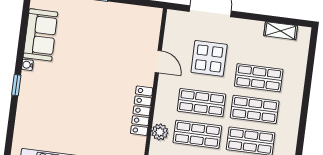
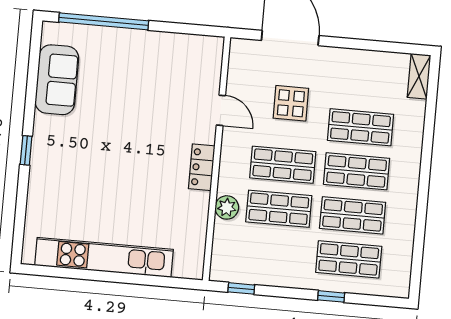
shelving: (281, 31) -> (419, 76), moved, turned 90
display table: (209, 58) -> (291, 103), width x0.73, depth x0.73
water cooler: (27, 65) -> (40, 122), removed
locker: (142, 111) -> (202, 167), width x0.66

